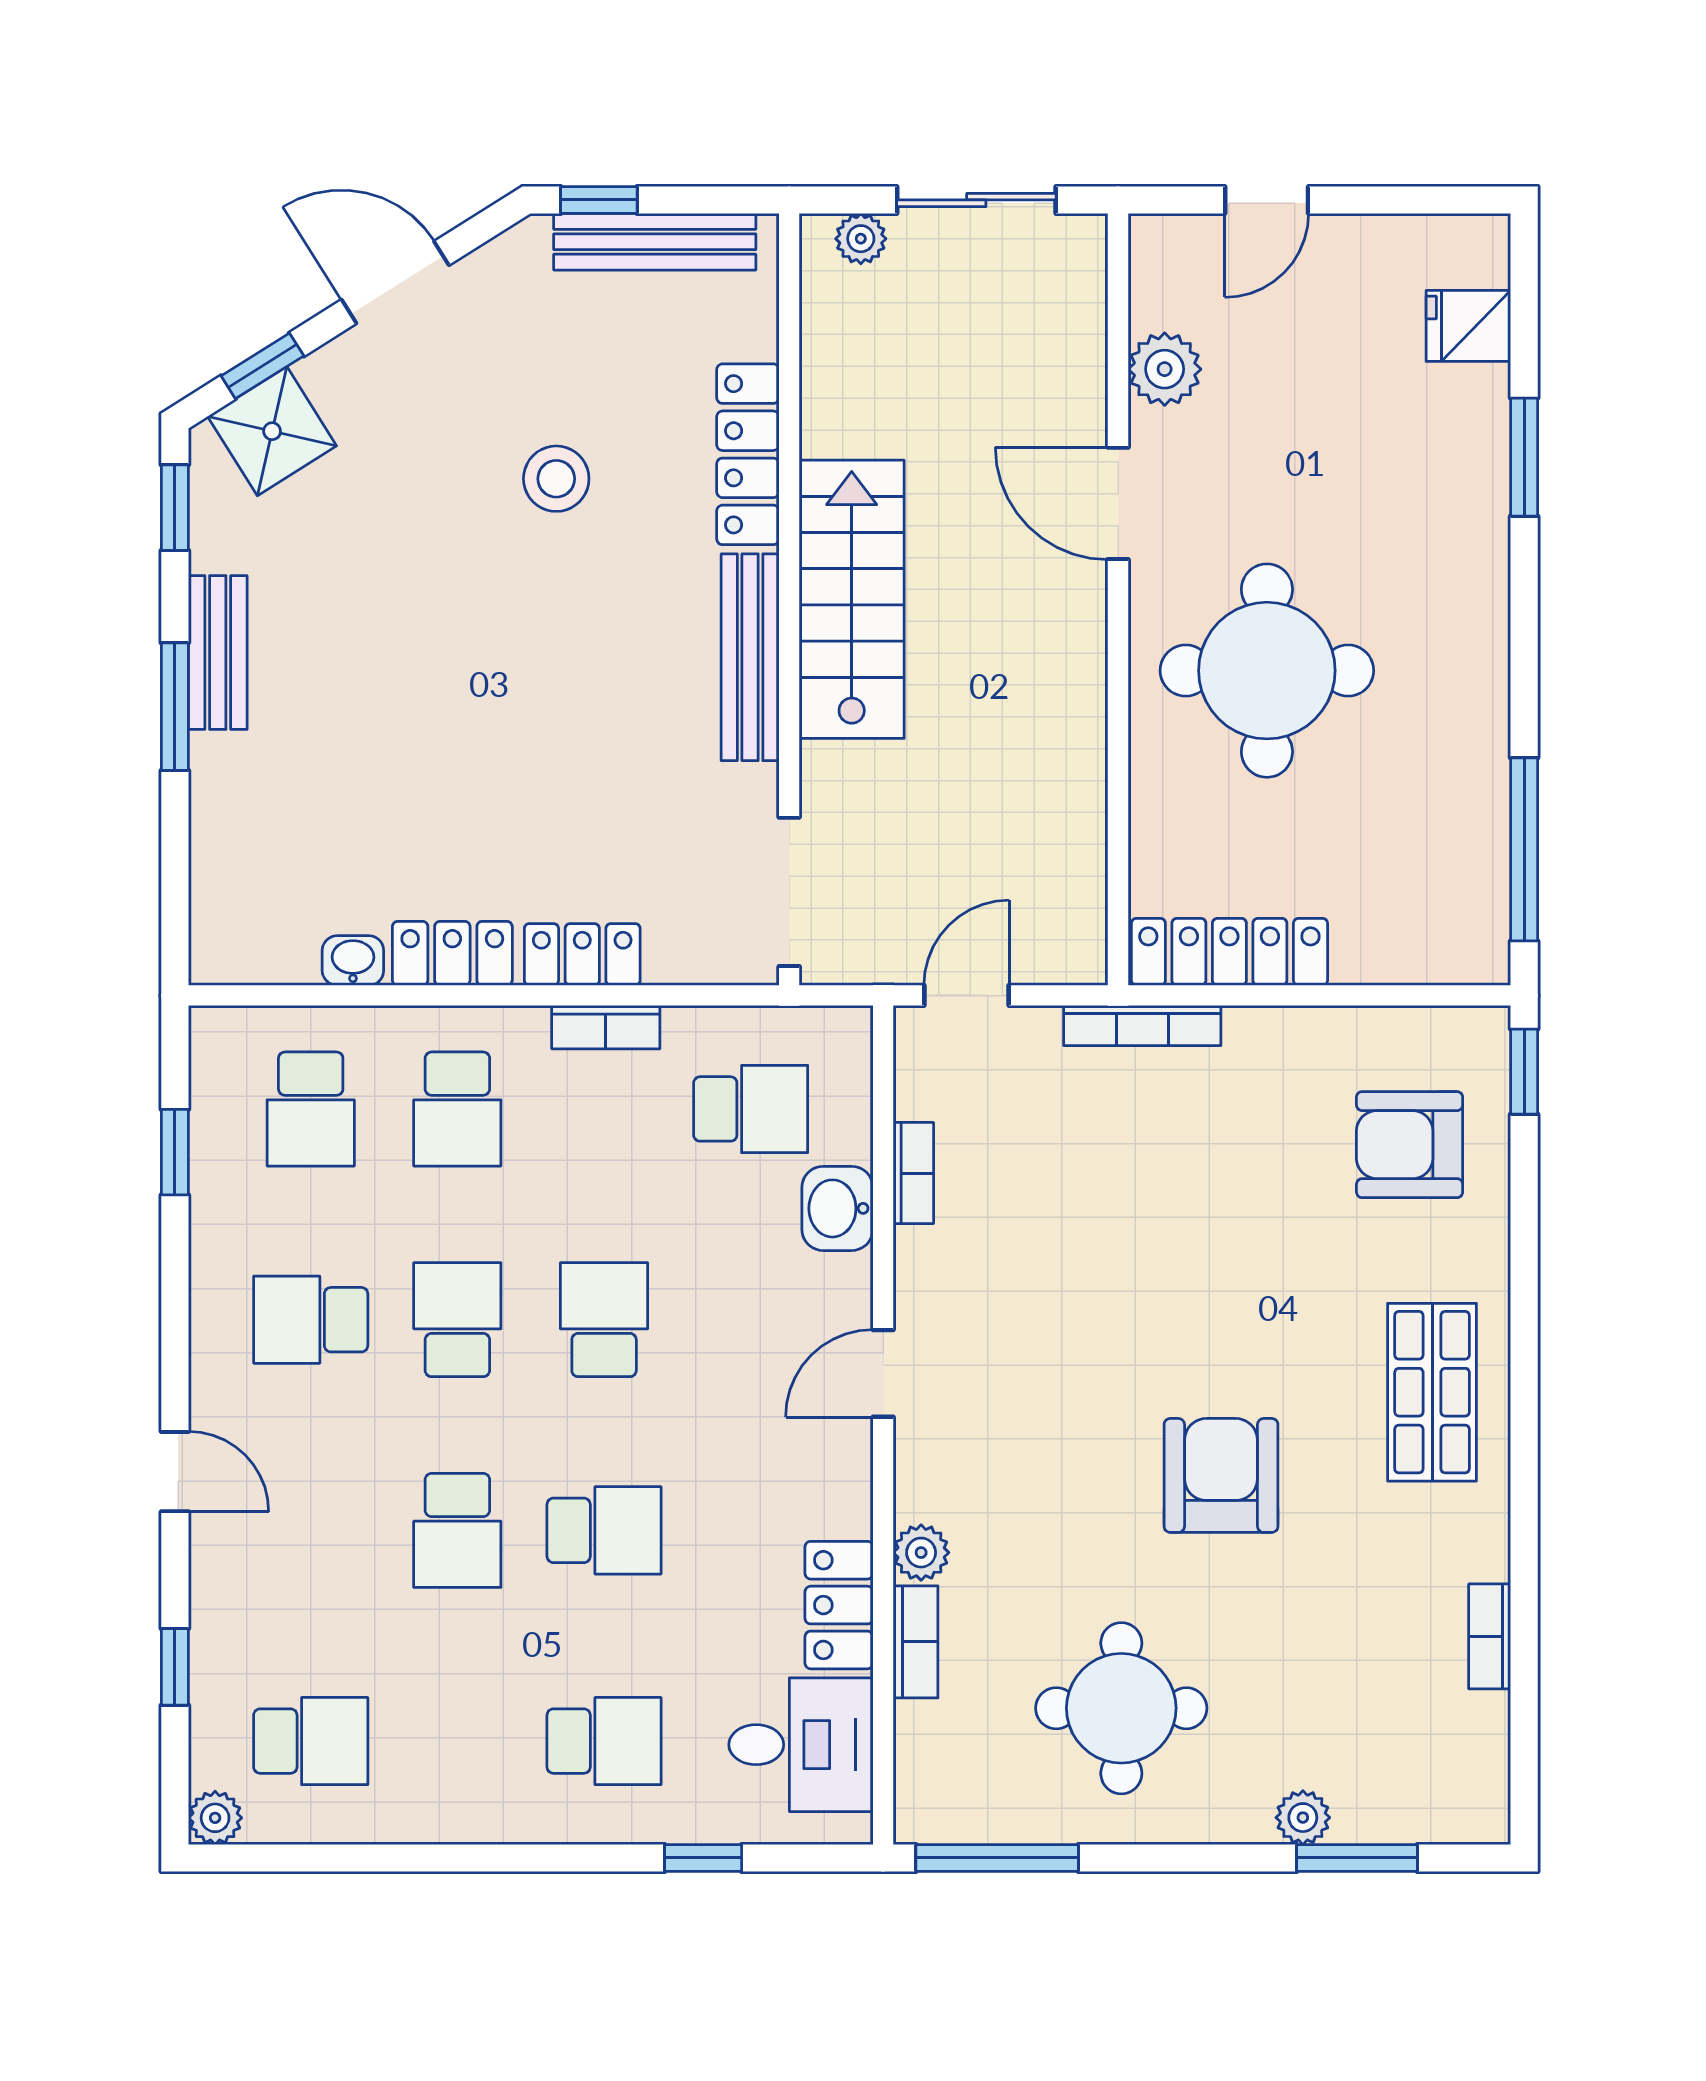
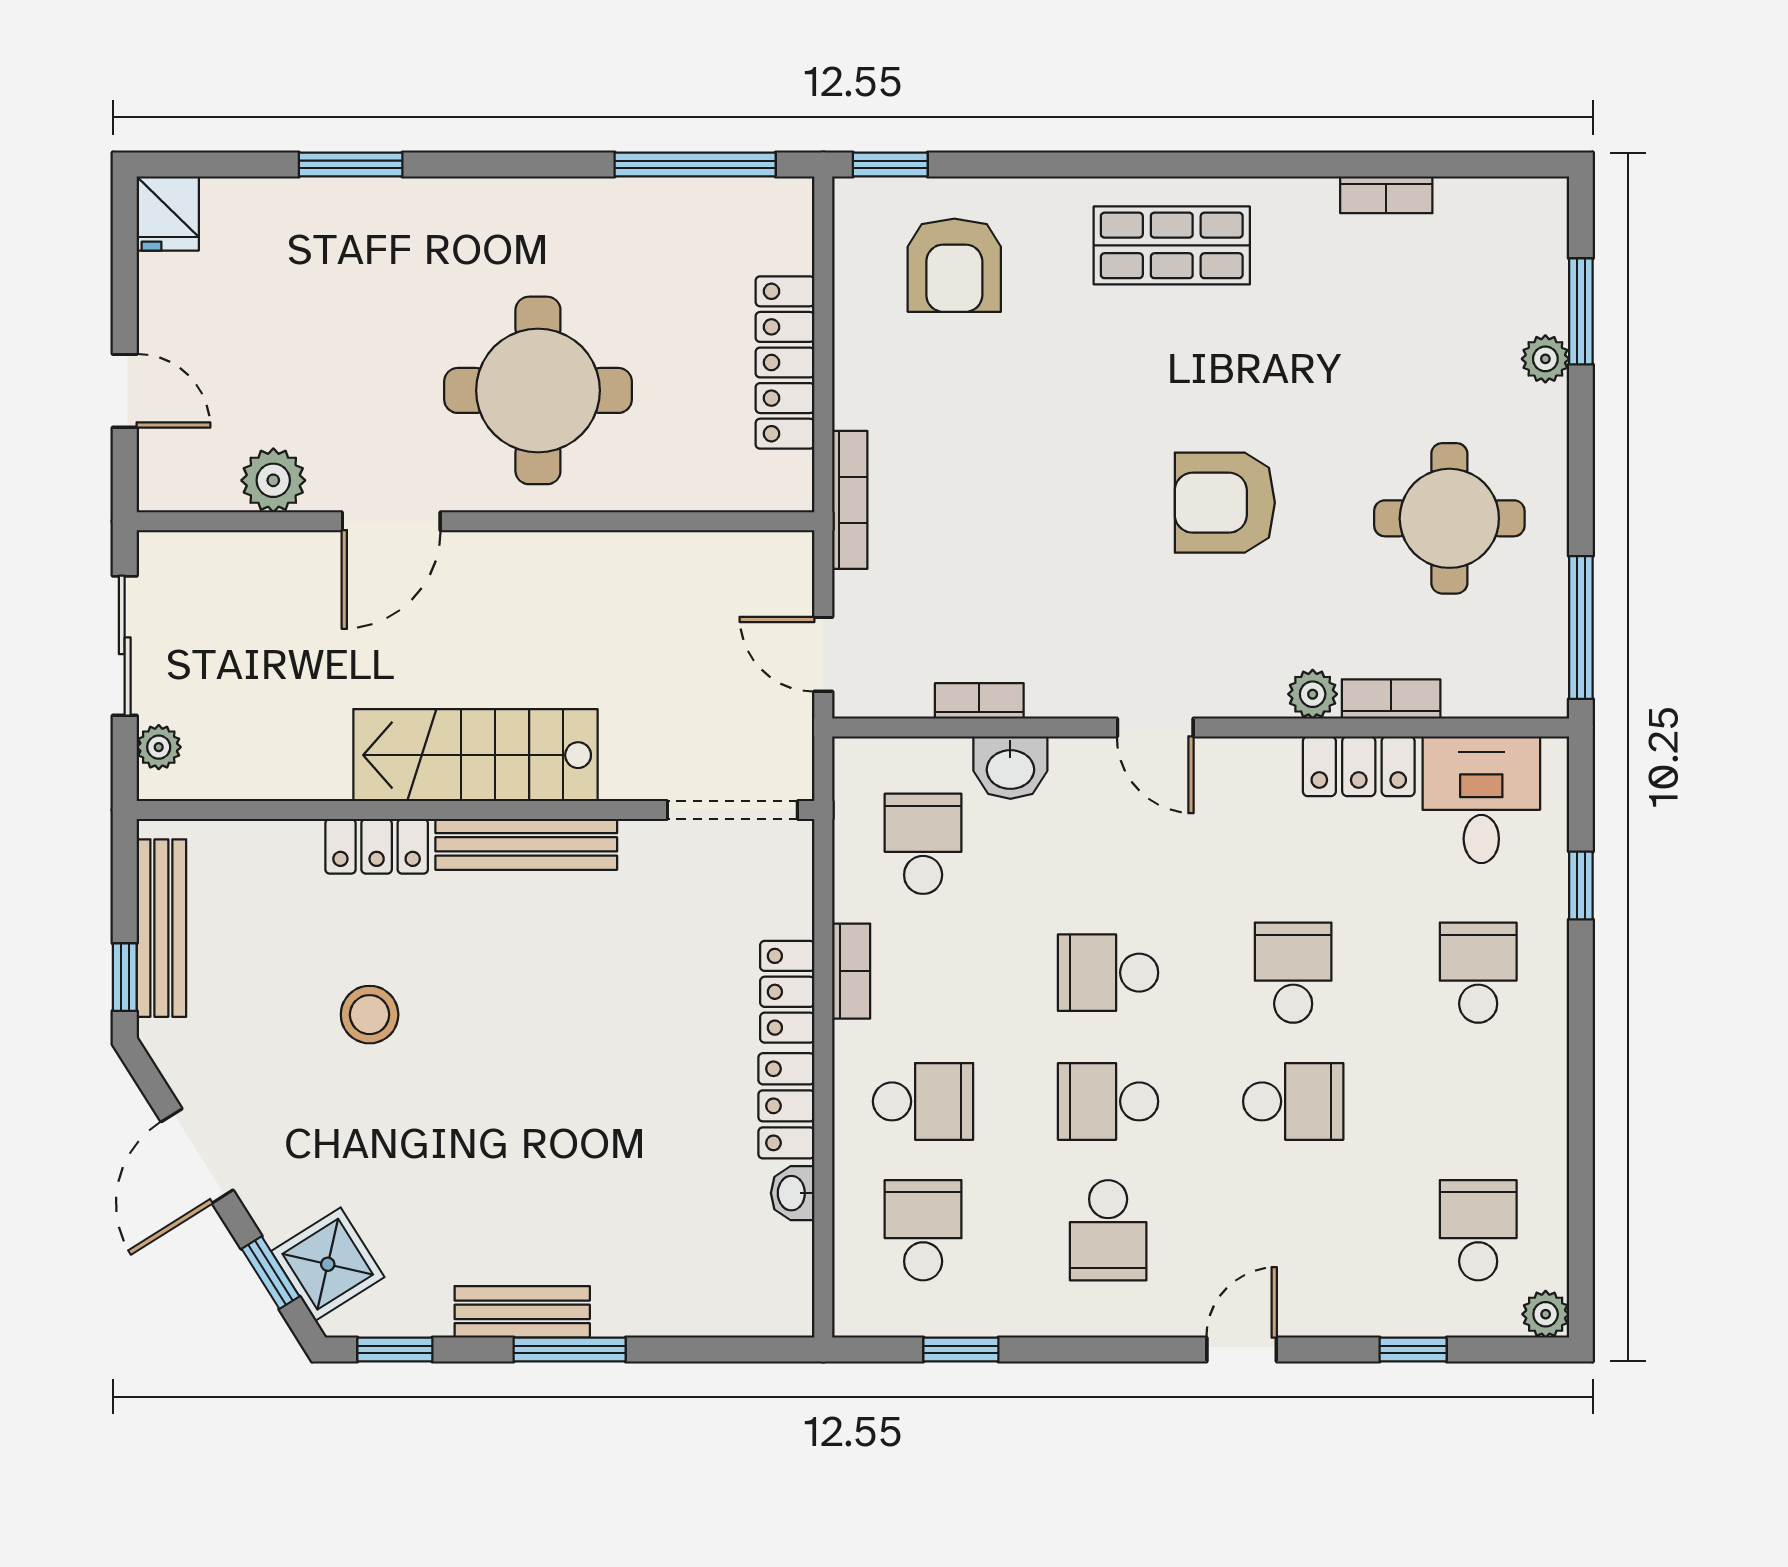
fridge: (1468, 326) -> (168, 213), moved
locker: (748, 454) -> (377, 846), width x0.66
locker: (1229, 952) -> (785, 363), moved
school desk: (311, 1109) -> (923, 1230), turned -90
armchair: (1221, 1475) -> (1225, 503), moved

